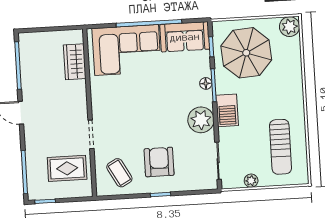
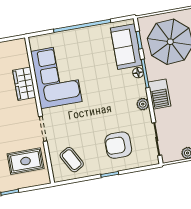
sofa: (185, 37) -> (126, 47), moved, turned 90
corner sofa: (127, 50) -> (56, 76), moved, turned -90
wardrobe: (75, 62) -> (24, 84), moved
plant: (201, 120) -> (143, 104), width x0.53, depth x0.53
armchair: (159, 162) -> (118, 145), moved, turned -90

